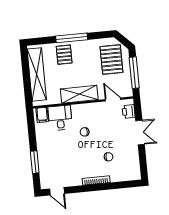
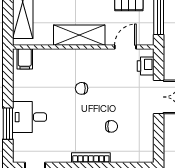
door: (113, 99) -> (125, 47), hinge flipped
desk: (60, 118) -> (30, 117), moved, turned -90

